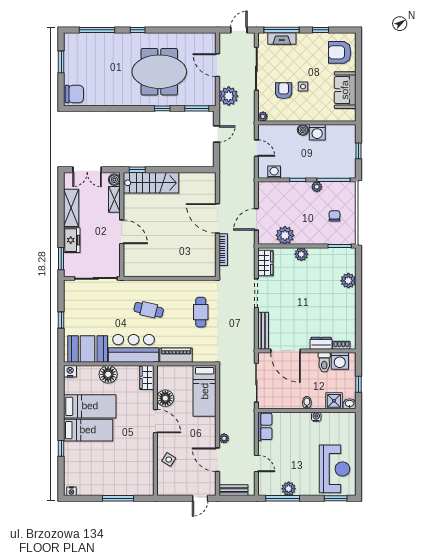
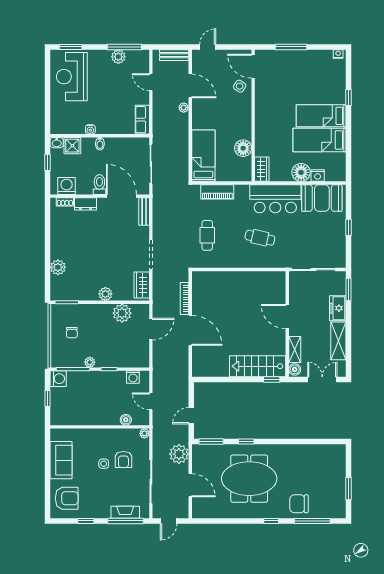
chair: (74, 94) -> (299, 504), moved
boiler: (303, 130) -> (126, 420), moved
washing machine: (317, 132) -> (58, 379), moved, turned 90
bench: (263, 331) -> (144, 212), width x0.73
piano: (176, 355) -> (217, 192), moved
toilet: (324, 362) -> (99, 185), moved
nightstand: (70, 371) -> (318, 175), moved
door: (155, 421) -> (253, 66), moved

